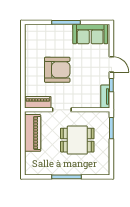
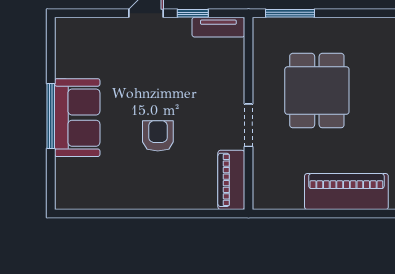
sofa: (90, 34) -> (77, 118), moved
armchair: (57, 70) -> (158, 136), width x0.53, depth x0.53
piano: (33, 133) -> (346, 192), moved

